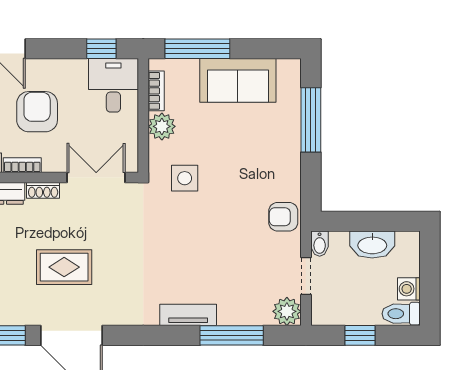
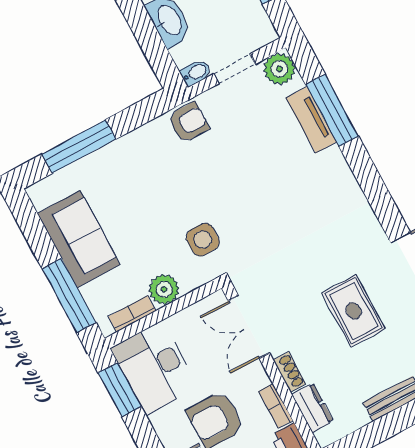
window: (101, 49) -> (120, 390), width x1.50
desk: (113, 85) -> (154, 368), width x1.37
armchair: (283, 217) -> (188, 122), turned -90
tv unit: (188, 315) -> (311, 120), moved

